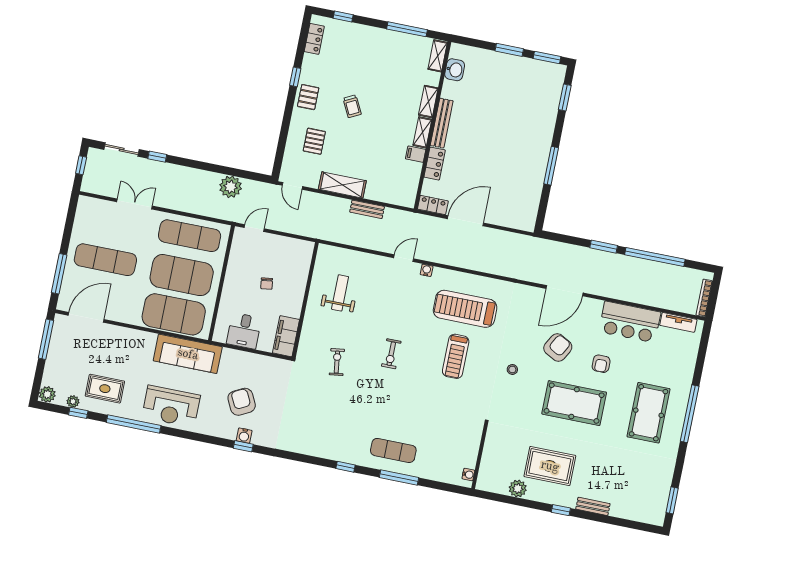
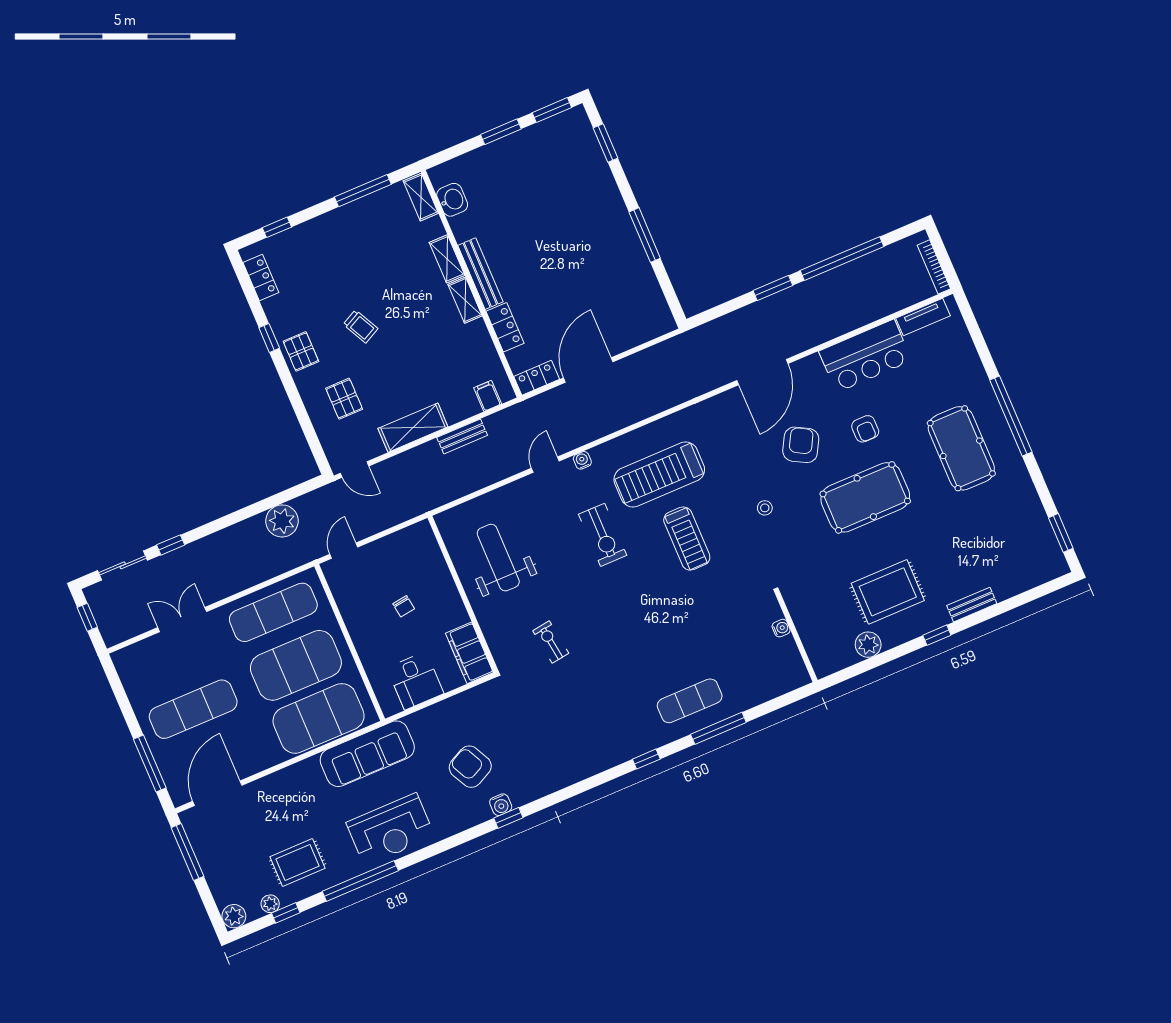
filing cabinet: (416, 154) -> (488, 396), moved, turned 90
weight bench: (340, 293) -> (498, 558), width x1.36, depth x1.33
exercise bike: (391, 354) -> (603, 535), moved, width x1.38, depth x1.39
water cooler: (468, 474) -> (781, 628), moved

